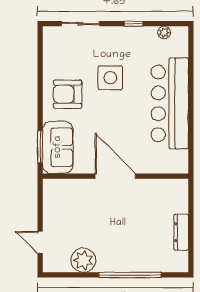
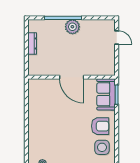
side table: (110, 78) -> (102, 147), moved
bar counter: (170, 103) -> (39, 121), removed
plant: (83, 260) -> (72, 27), moved

